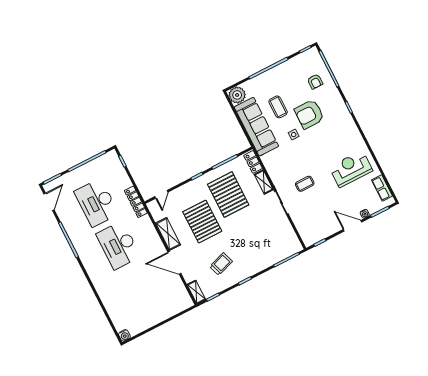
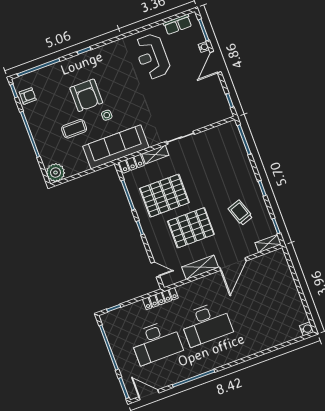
armchair: (315, 81) -> (28, 96), moved
sofa: (256, 127) -> (116, 147), moved
coffee table: (305, 184) -> (163, 109), removed

